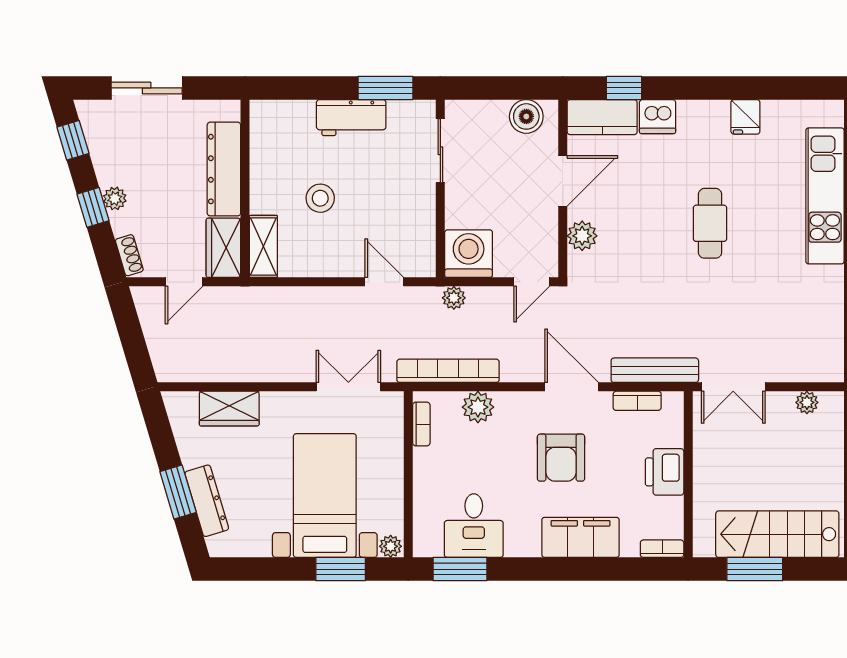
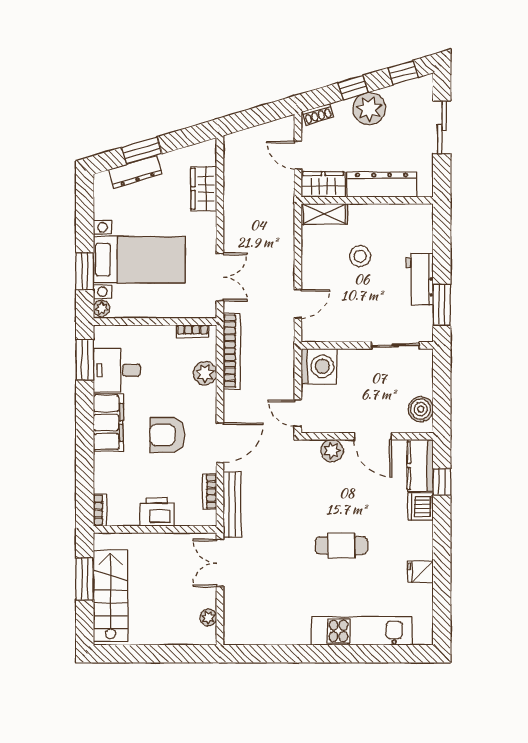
plant: (115, 198) -> (369, 109), width x1.88, depth x1.88
plant: (454, 298) -> (286, 355), removed
filing cabinet: (581, 537) -> (108, 422), moved

